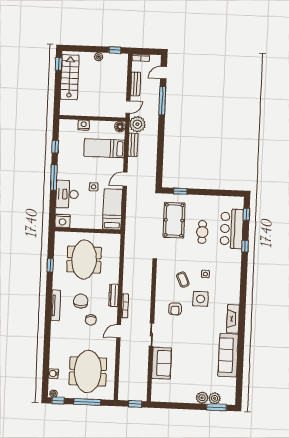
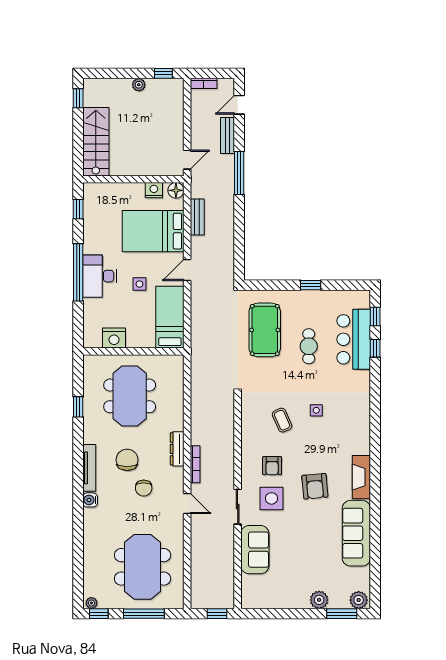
stairs: (70, 77) -> (96, 142), moved
bench: (136, 84) -> (228, 135), moved
window: (162, 101) -> (239, 173), moved
plant: (137, 124) -> (203, 185), removed
nightstand: (84, 125) -> (154, 190), moved
window: (55, 147) -> (78, 209), moved
bed: (104, 148) -> (153, 231), width x1.50
window: (54, 178) -> (78, 272), width x1.46
window: (180, 191) -> (311, 285), moved
desk: (67, 194) -> (100, 276), moved
nightstand: (63, 221) -> (114, 338), moved
window: (245, 246) -> (375, 348), moved
side table: (201, 299) -> (271, 498), moved
armchair: (202, 324) -> (315, 486), added
door: (119, 331) -> (187, 504), swing flipped
water cooler: (53, 374) -> (90, 500), moved
plant: (215, 398) -> (359, 600), moved

